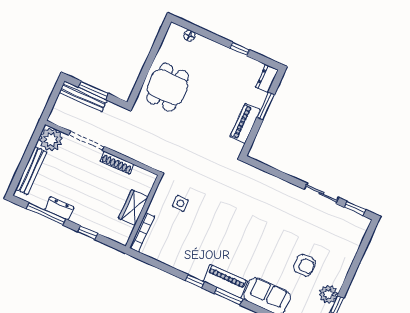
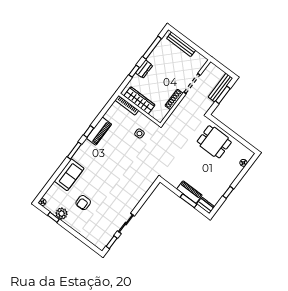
piano: (245, 123) -> (189, 192), moved
plant: (51, 140) -> (198, 61), removed
dresser: (59, 208) -> (144, 69), moved
wardrobe: (133, 208) -> (139, 100), width x1.50
piano: (225, 281) -> (99, 131), moved

